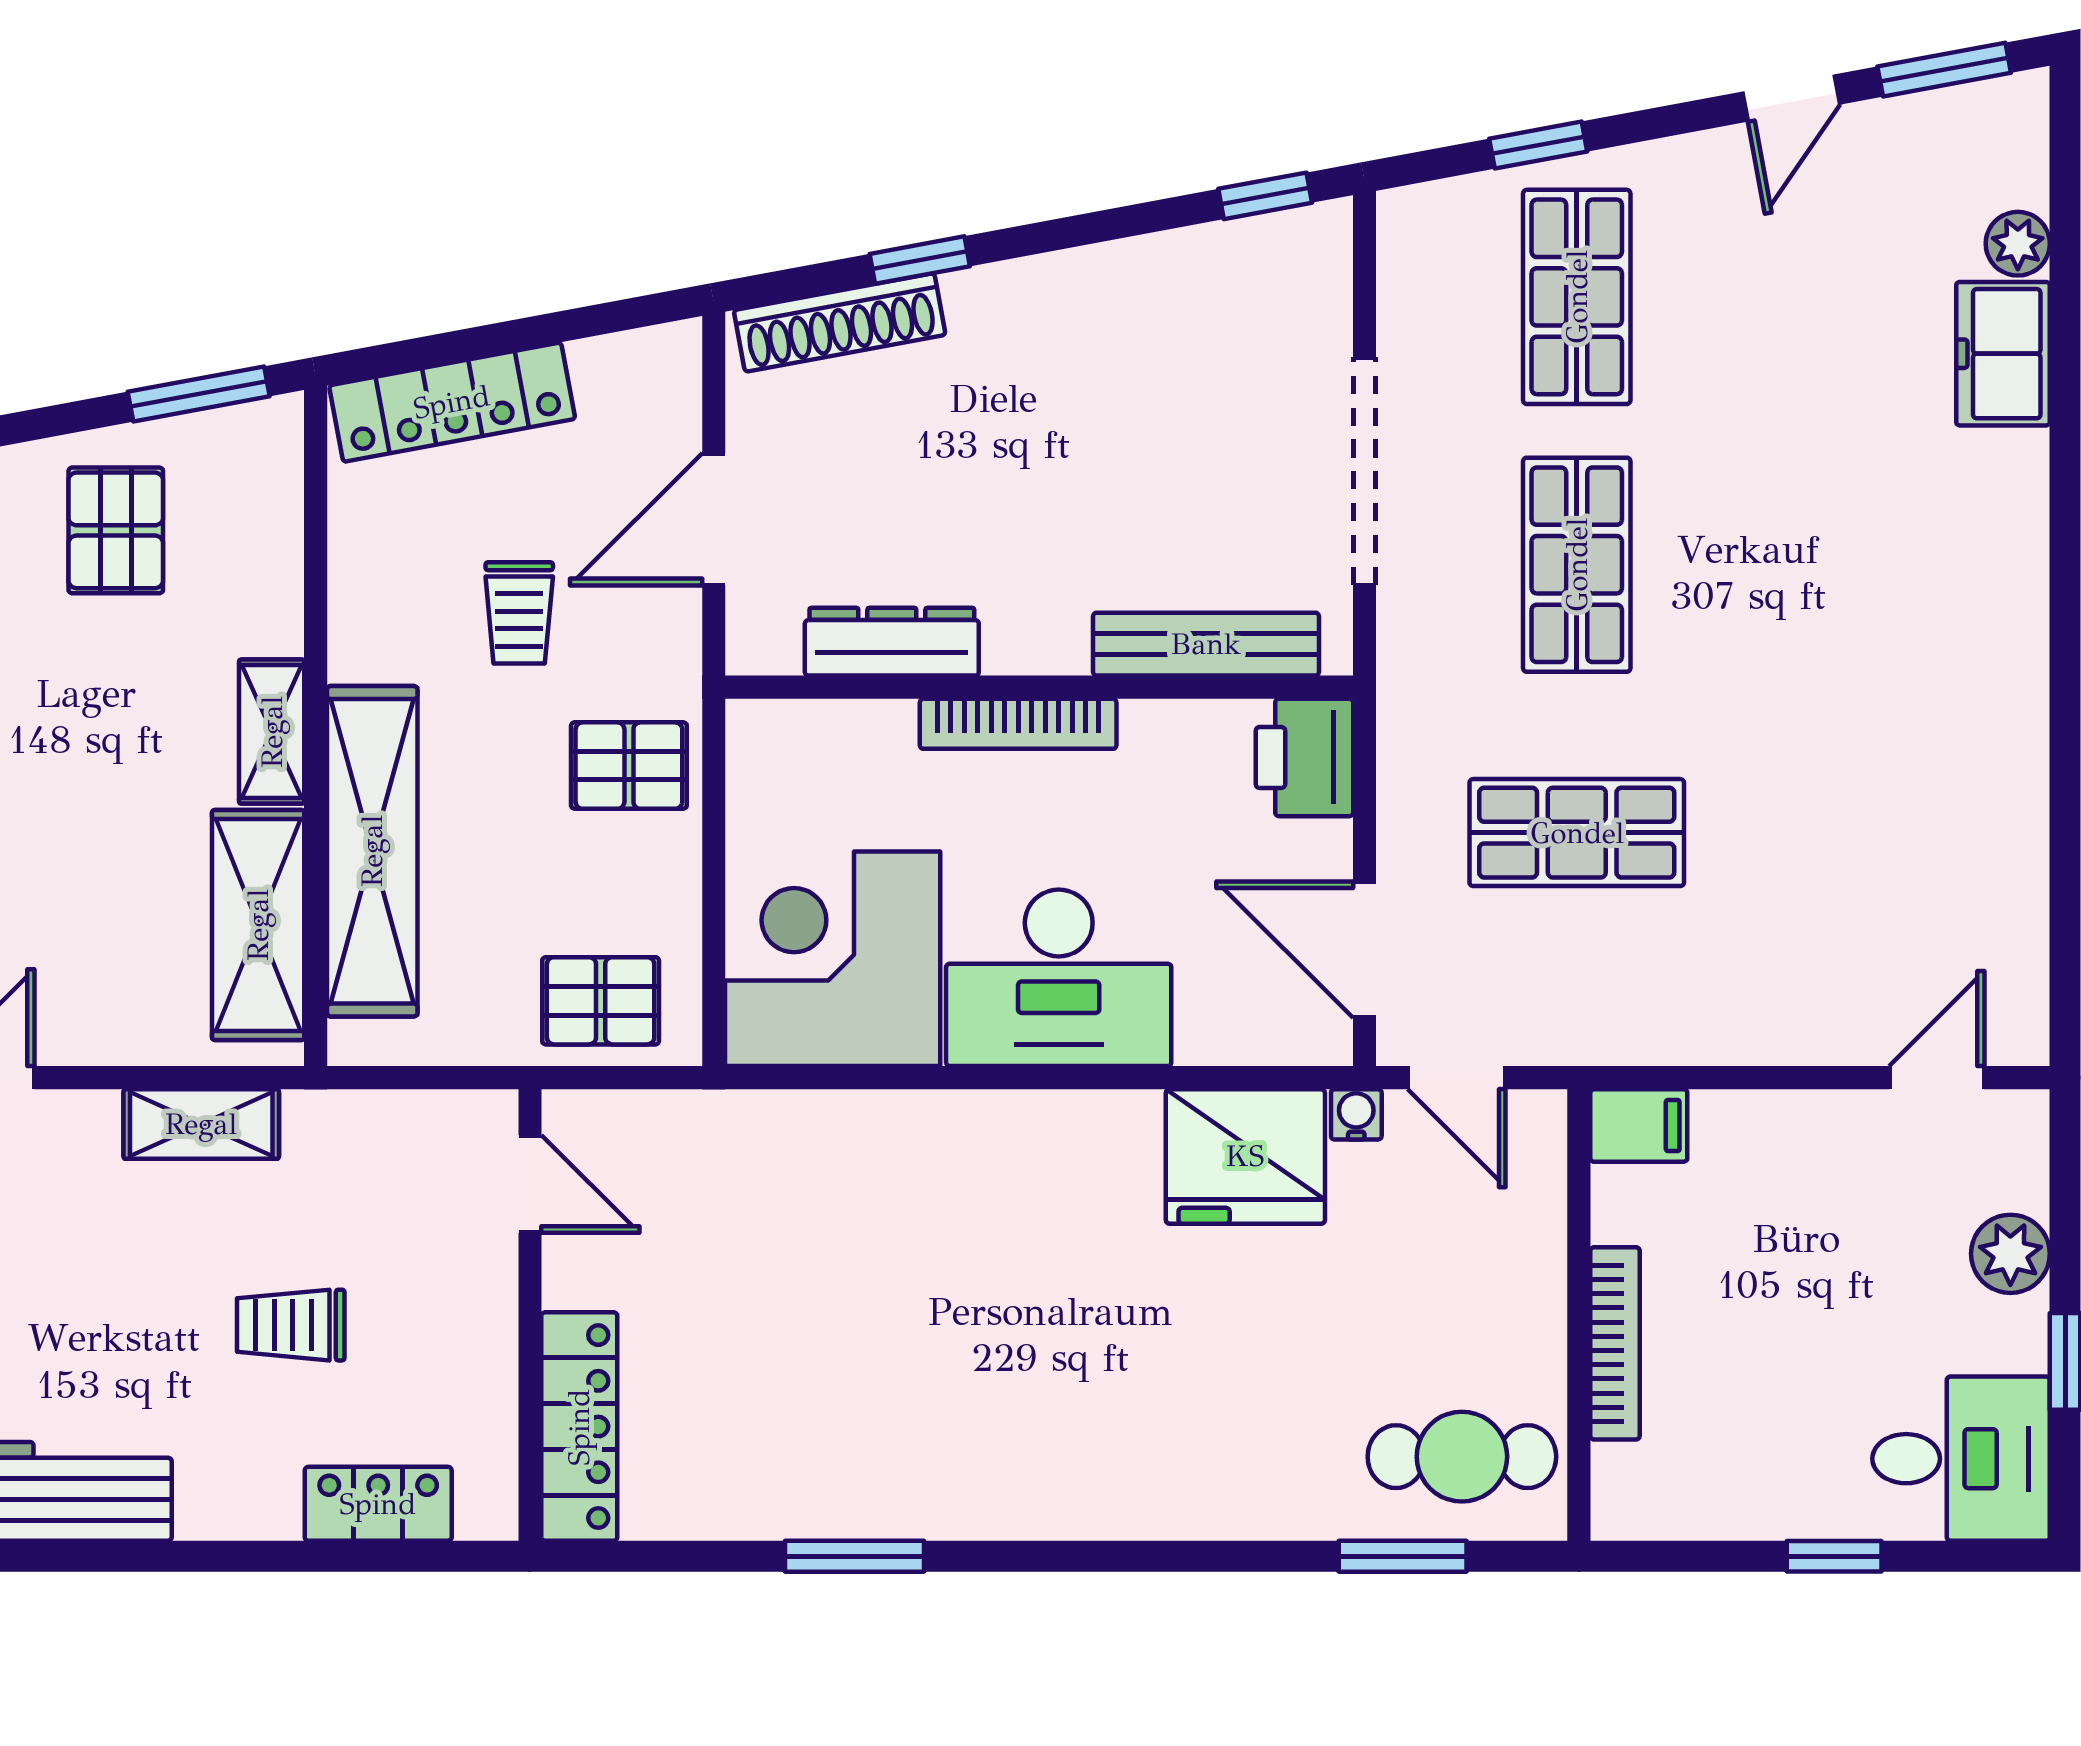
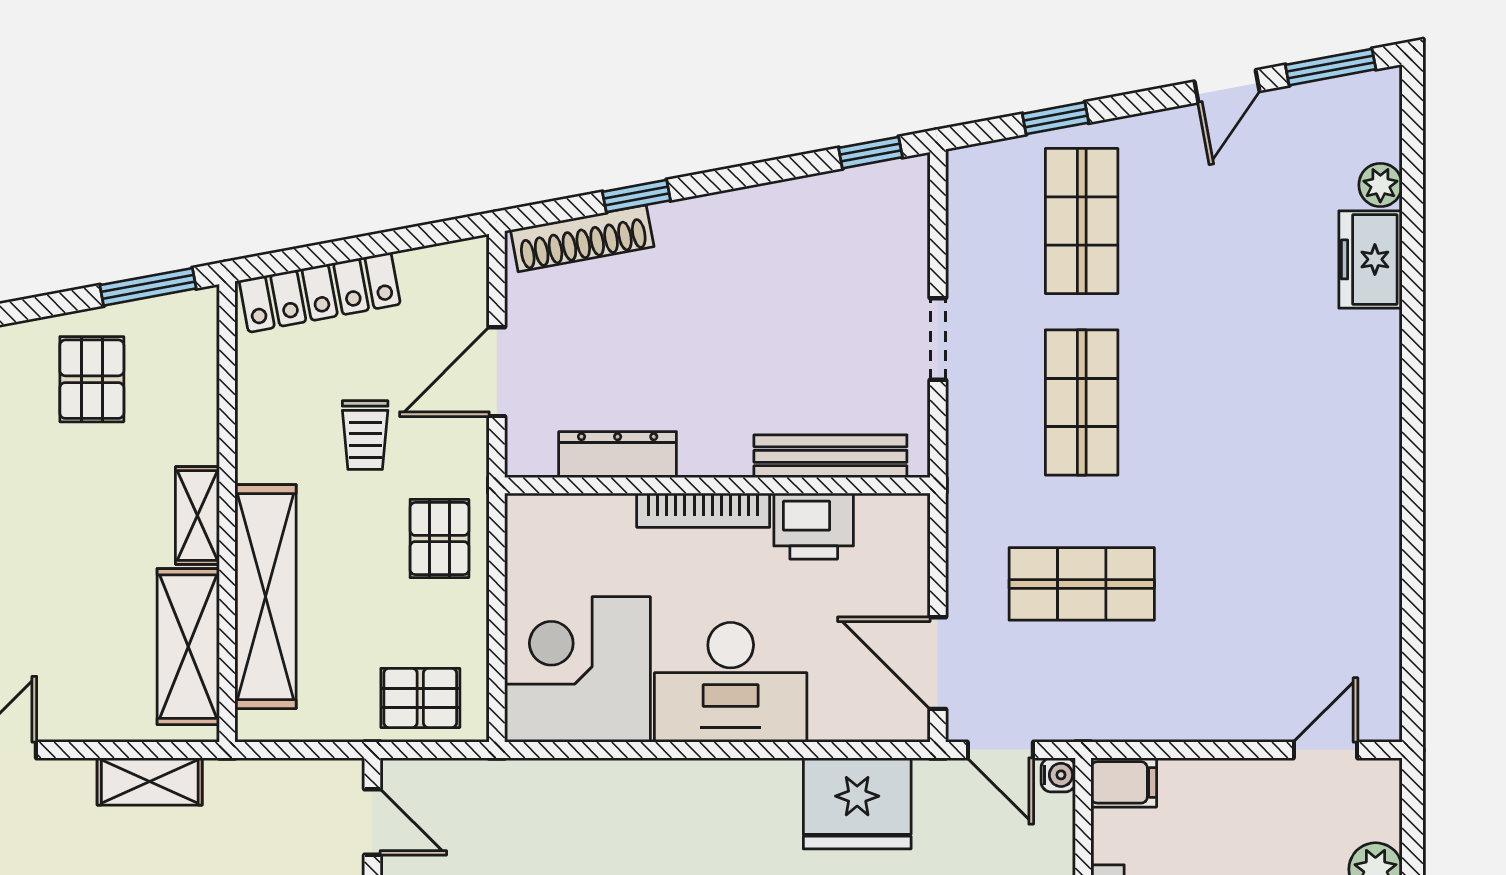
doorway: (1365, 471) -> (938, 339), width x0.53
printer: (1304, 757) -> (814, 526), moved, turned -90
pallet: (629, 766) -> (439, 539), turned 90
water cooler: (1356, 1114) -> (1058, 775), moved, turned 90

